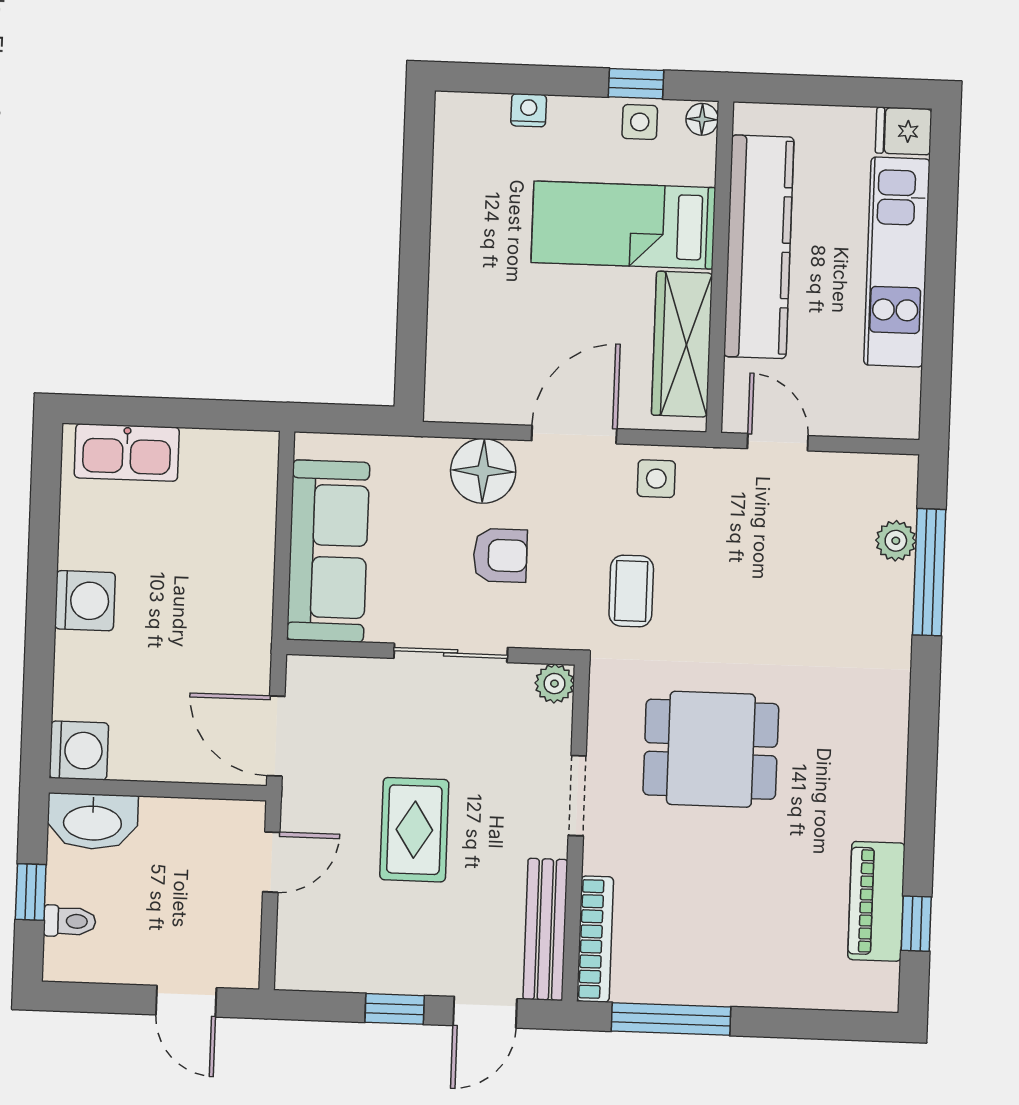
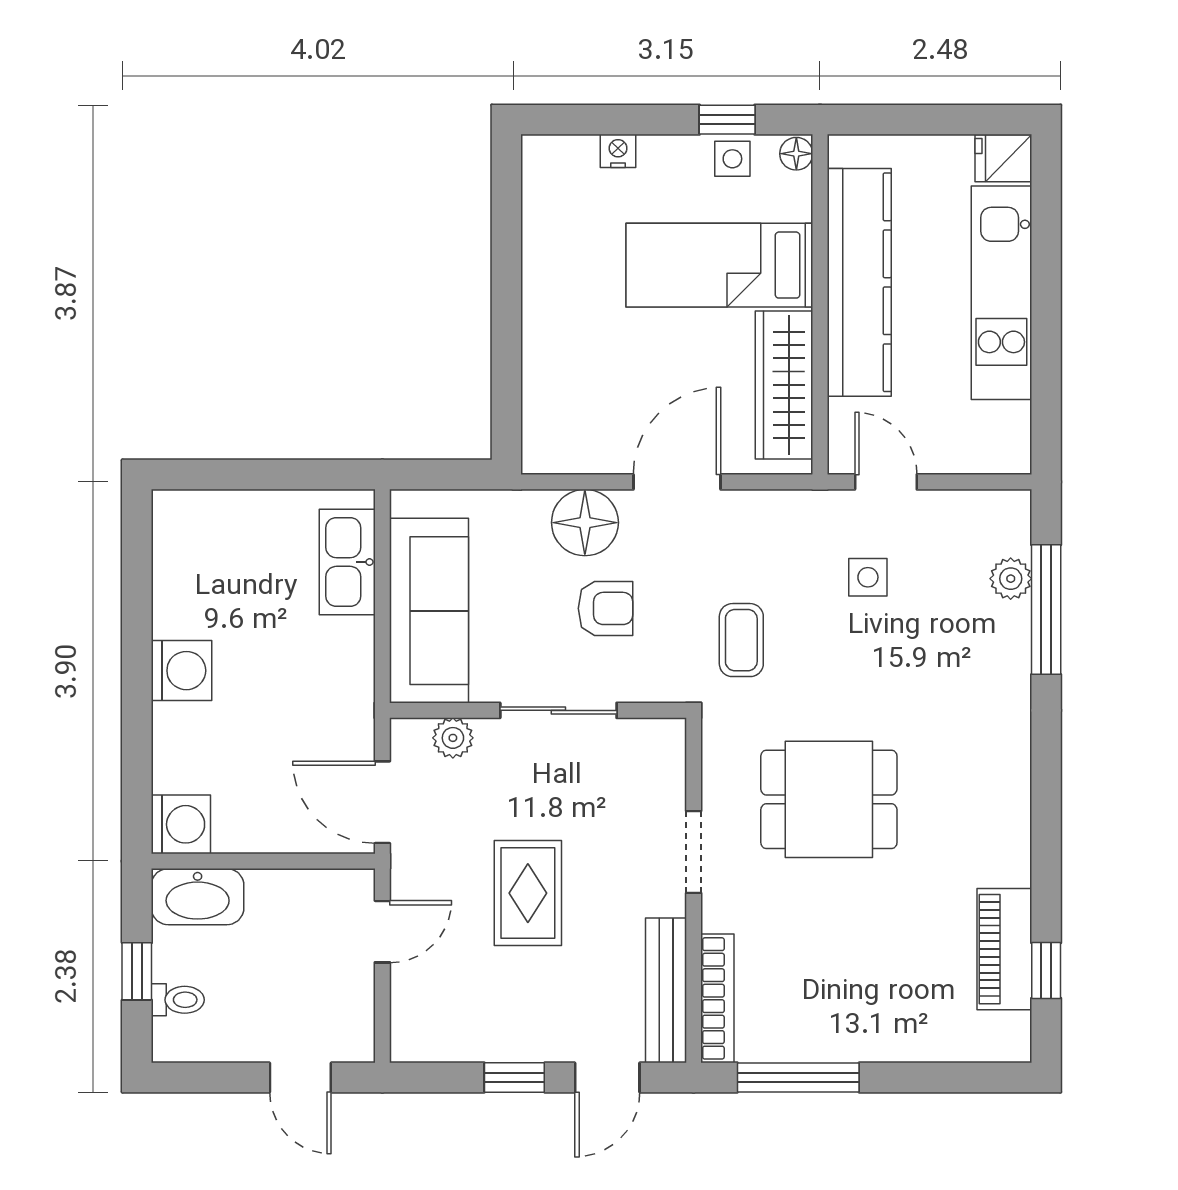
kitchen sink: (127, 453) -> (347, 562), moved, turned 90
side table: (656, 479) -> (868, 577), moved
plant: (554, 684) -> (453, 738), moved

